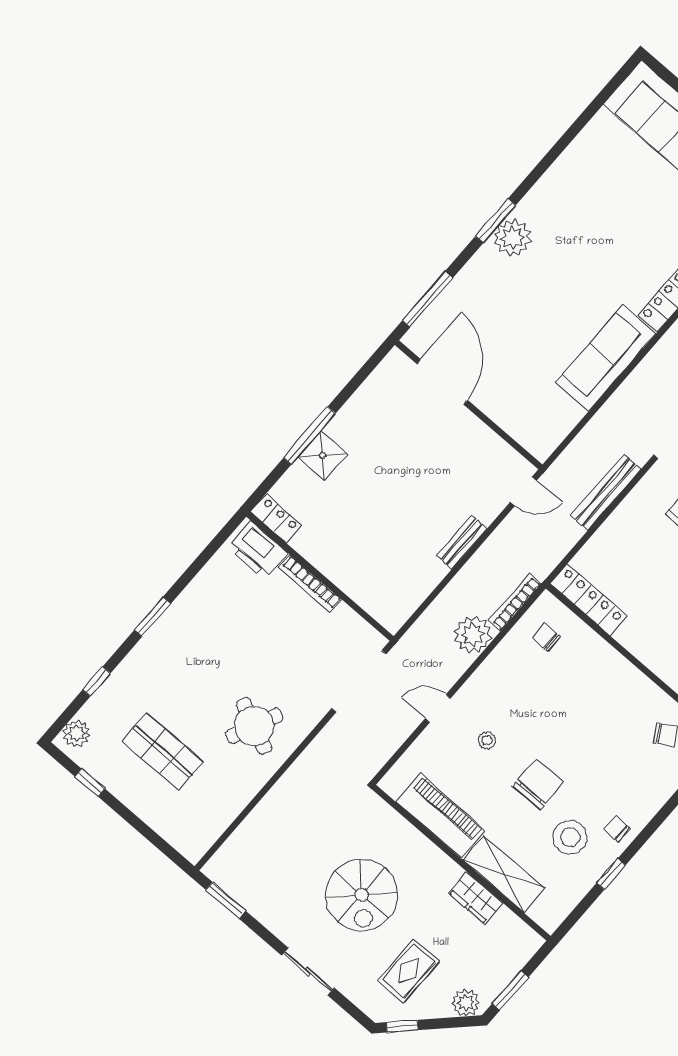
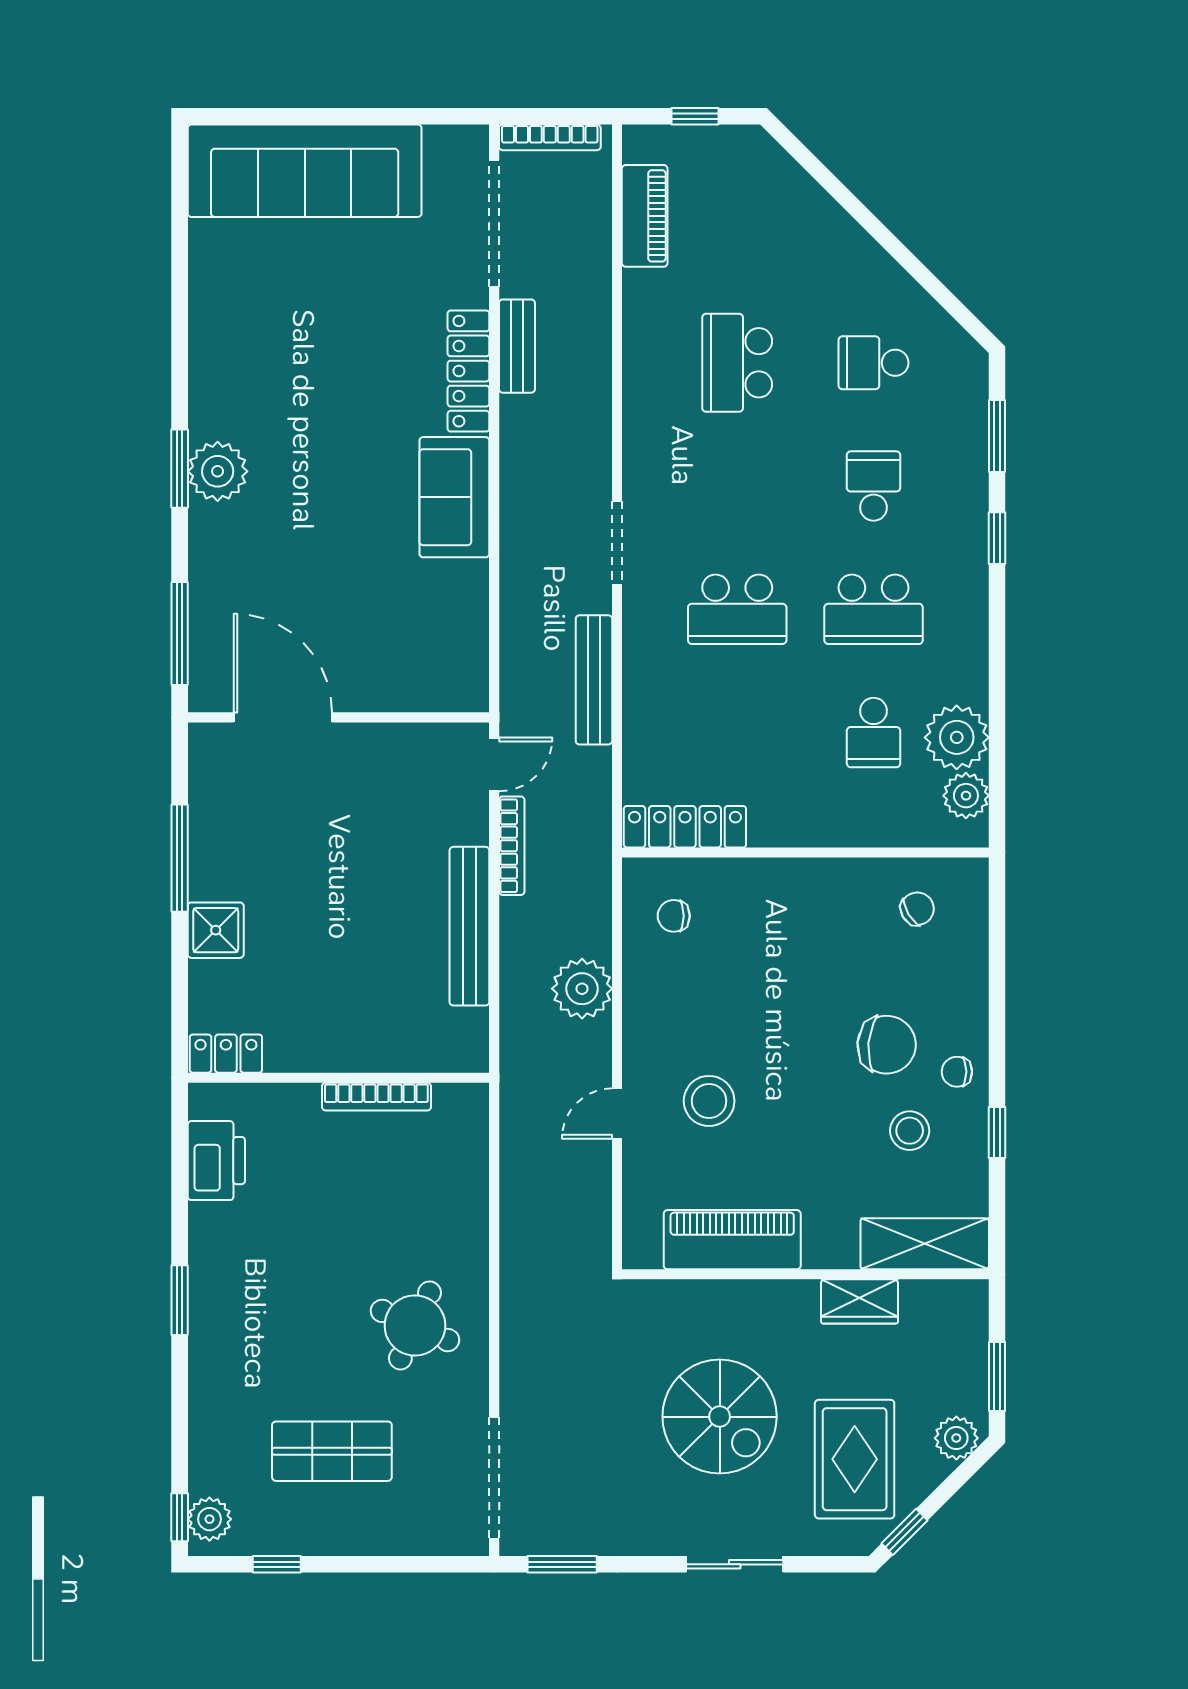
sofa: (606, 358) -> (454, 497), width x0.73
window: (310, 436) -> (180, 858), moved
bench: (462, 542) -> (469, 926), width x1.86, depth x1.21
printer: (258, 550) -> (216, 1161), moved, turned -90
bookcase: (310, 584) -> (376, 1097), moved
bookcase: (515, 602) -> (512, 846), moved, turned 180
window: (97, 681) -> (180, 1517), moved
doorway: (359, 681) -> (494, 1478), moved
stool: (487, 740) -> (709, 1101), width x1.89, depth x1.89
chair: (538, 784) -> (887, 1045), moved, turned 95
stool: (570, 837) -> (910, 1131), width x0.73, depth x0.73
shelving: (504, 874) -> (925, 1244), moved
rug: (408, 971) -> (855, 1459), width x1.36, depth x1.43

